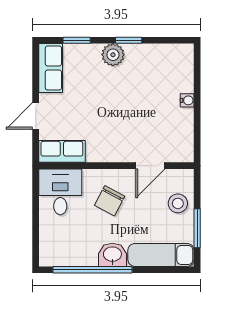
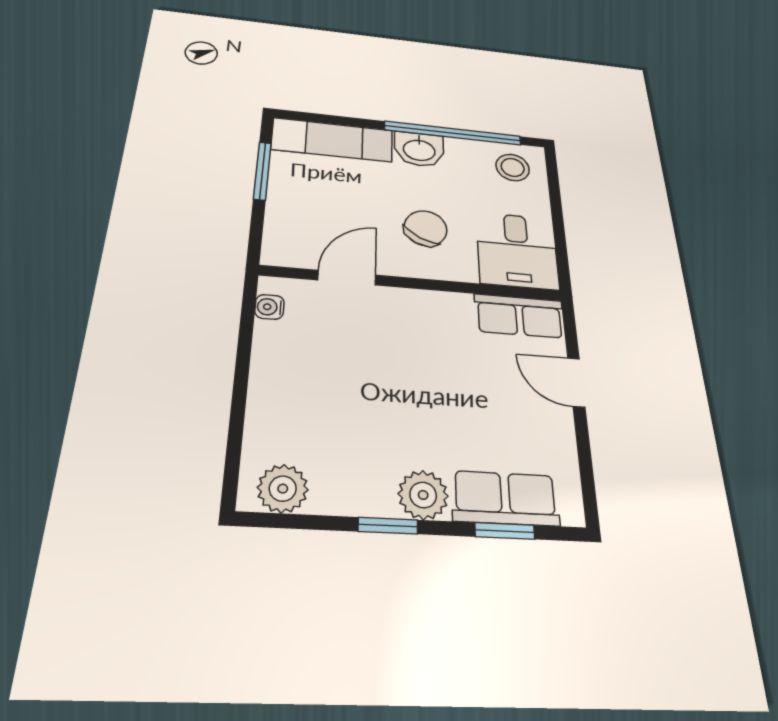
plant: (175, 54) -> (283, 489), added
row of seats: (51, 68) -> (505, 498), moved, turned 90
water cooler: (187, 100) -> (269, 307), moved
door: (36, 116) -> (576, 382), swing flipped
stool: (178, 203) -> (513, 167), moved

